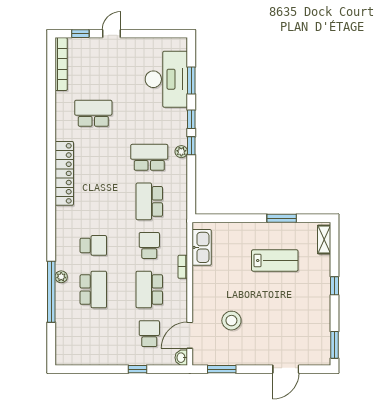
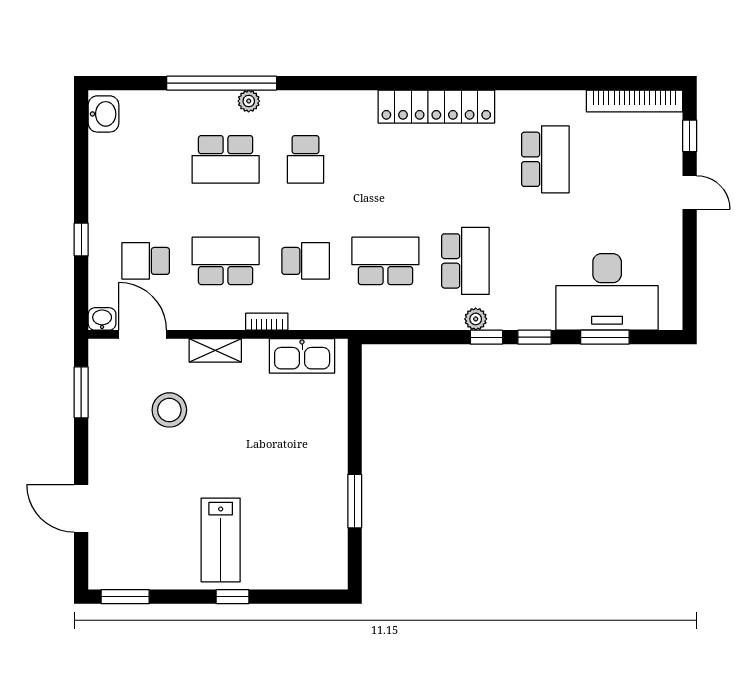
shelving: (324, 239) -> (215, 350), moved
lab bench: (275, 260) -> (221, 540), moved
school desk: (149, 334) -> (146, 261), turned 180
washbasin: (68, 357) -> (104, 114), added

